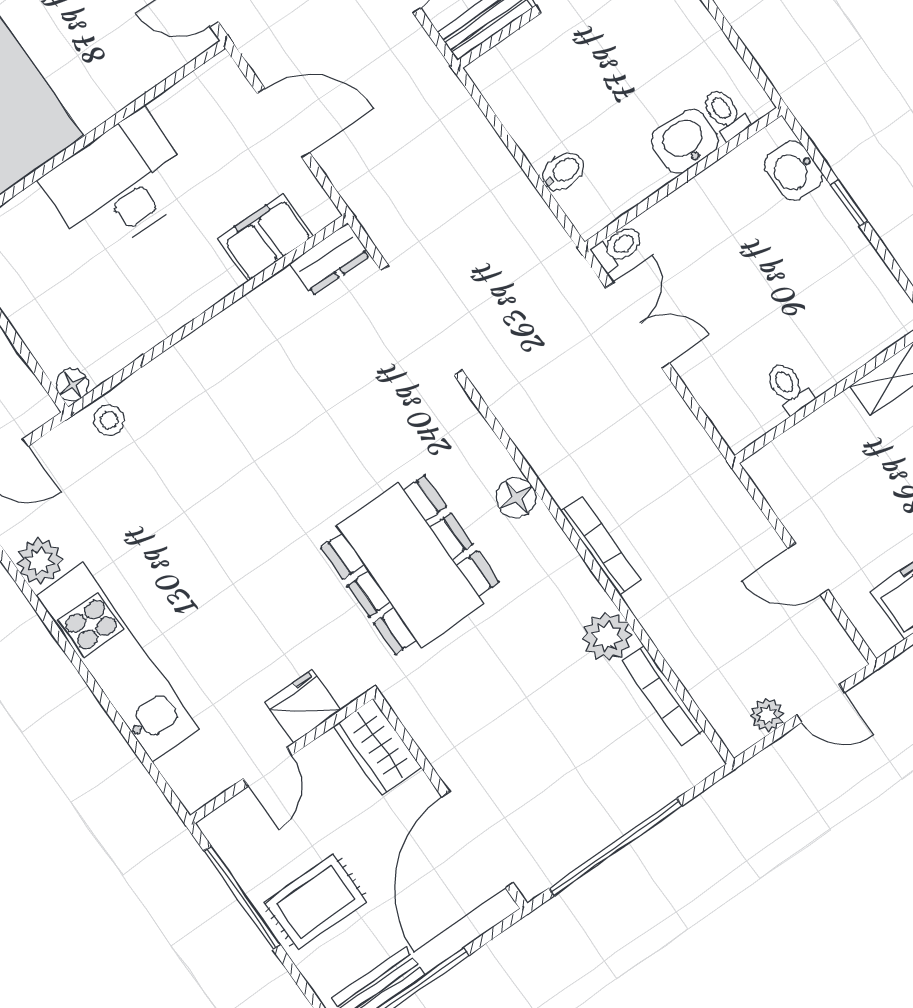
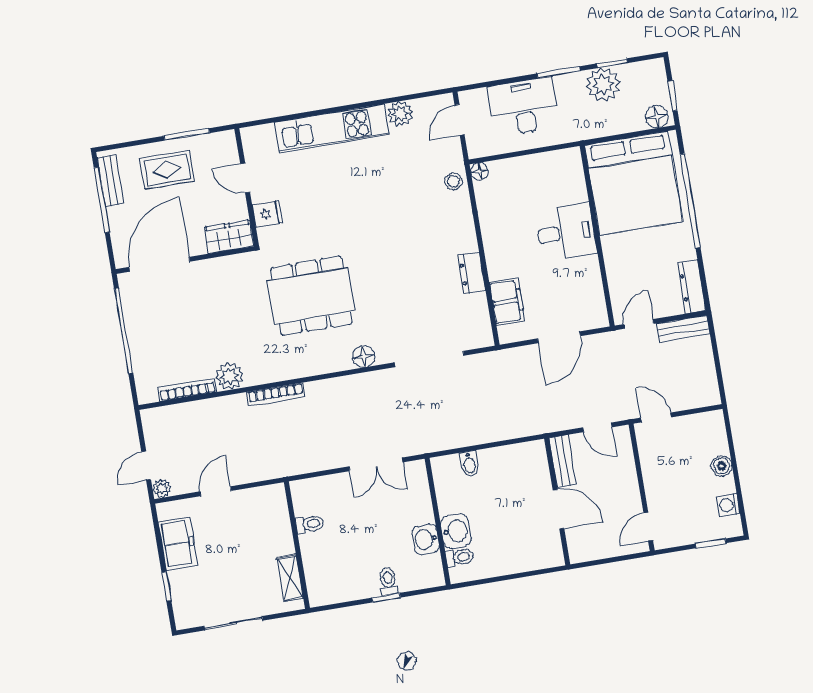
washbasin: (793, 171) -> (426, 539), moved, turned -90
desk: (119, 184) -> (566, 232), width x0.73
toilet: (618, 248) -> (388, 581), moved, turned 180
dresser: (330, 259) -> (472, 273), moved
floor lamp: (516, 497) -> (364, 356), moved
fridge: (303, 706) -> (267, 214), width x0.72
plant: (767, 715) -> (162, 488), moved
door: (477, 840) -> (160, 264), hinge flipped
window: (242, 898) -> (187, 134), width x0.69
rug: (316, 902) -> (167, 170), turned 90

